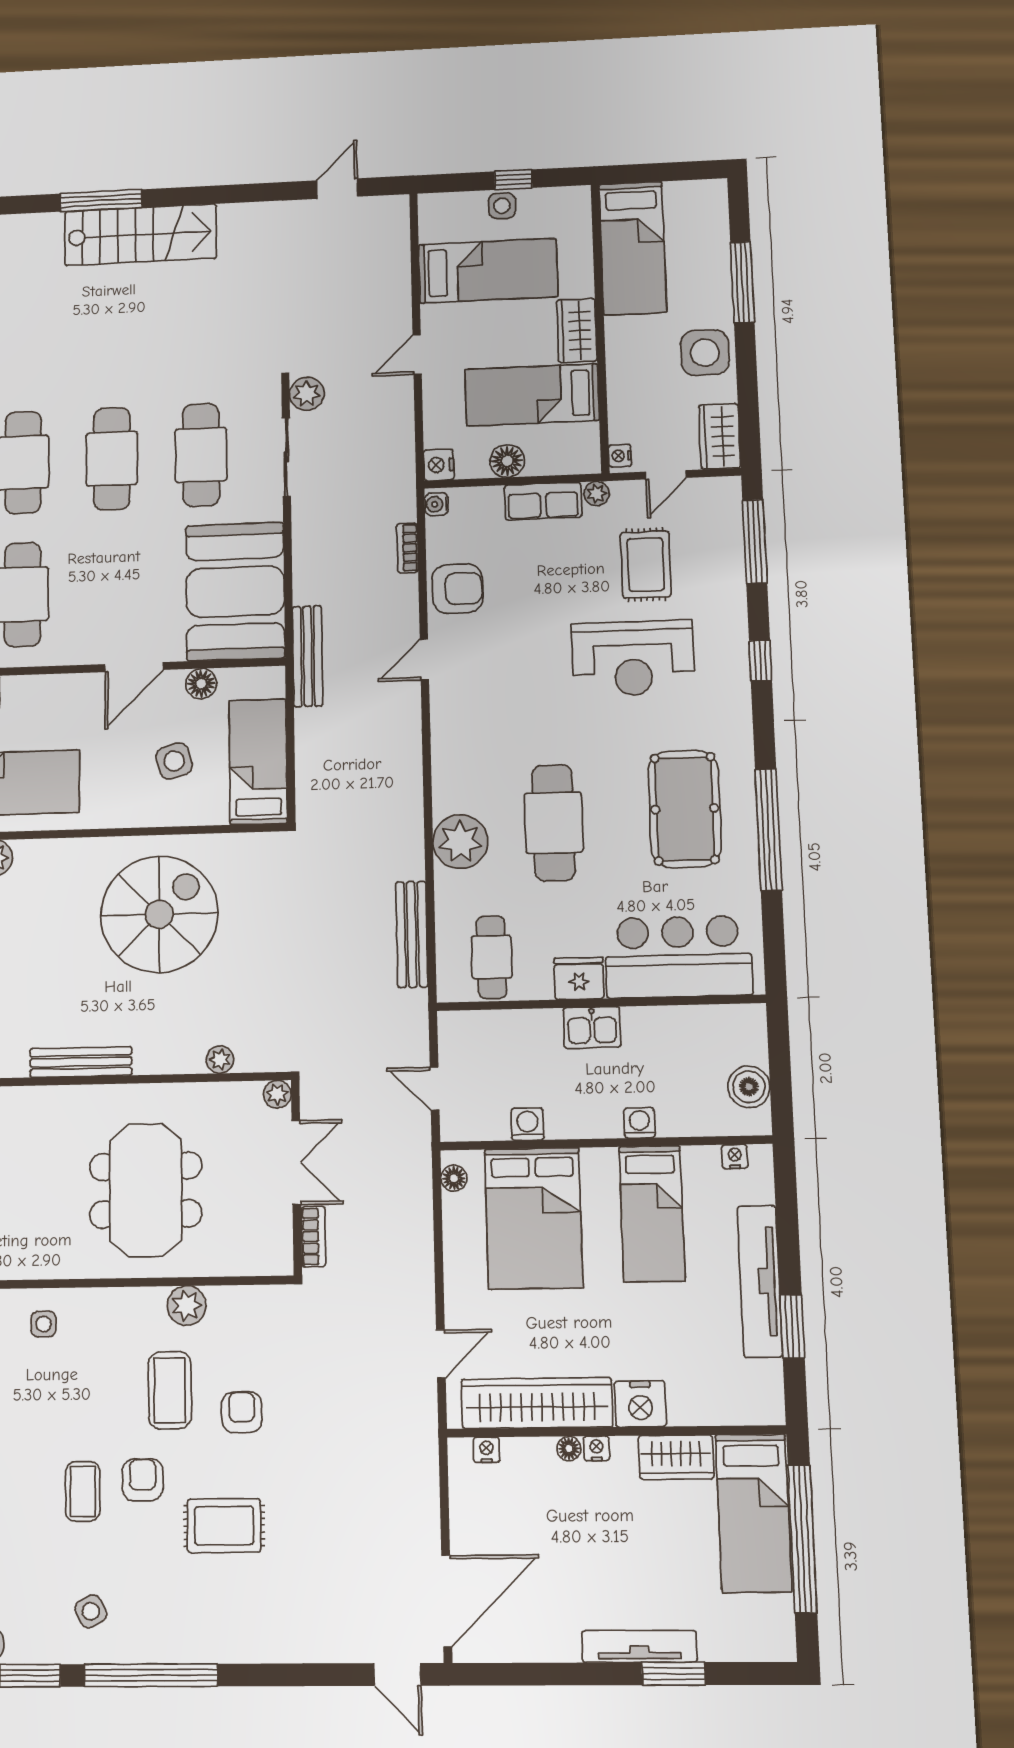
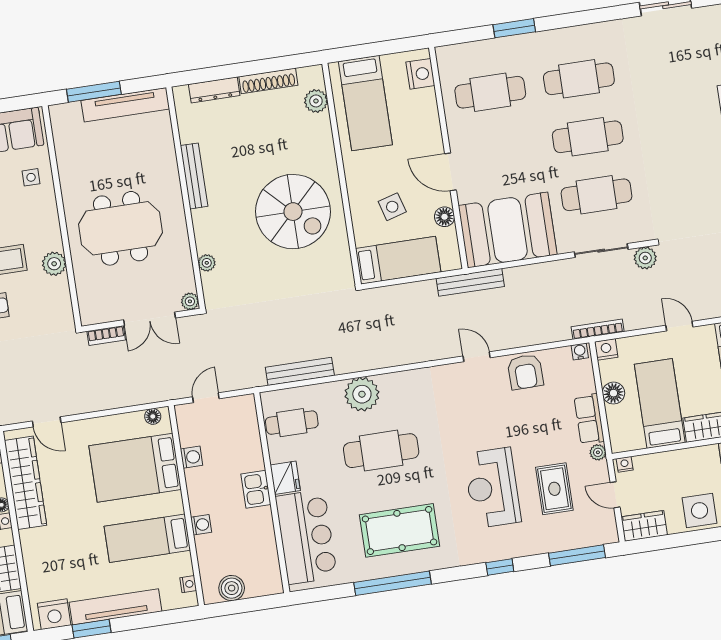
bookcase: (407, 548) -> (598, 329), moved, width x1.56
rug: (646, 565) -> (554, 489), turned 90
nightstand: (640, 1404) -> (54, 614), moved, turned -90

